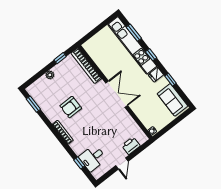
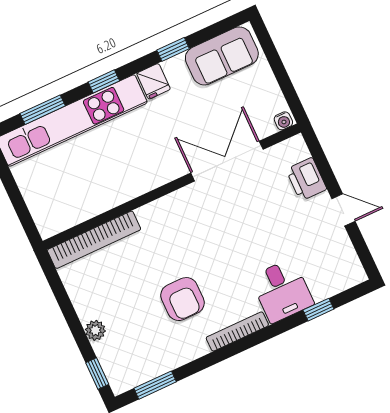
window: (60, 58) -> (97, 374), moved
double door: (117, 94) -> (227, 161), moved
desk: (93, 158) -> (282, 291), moved

